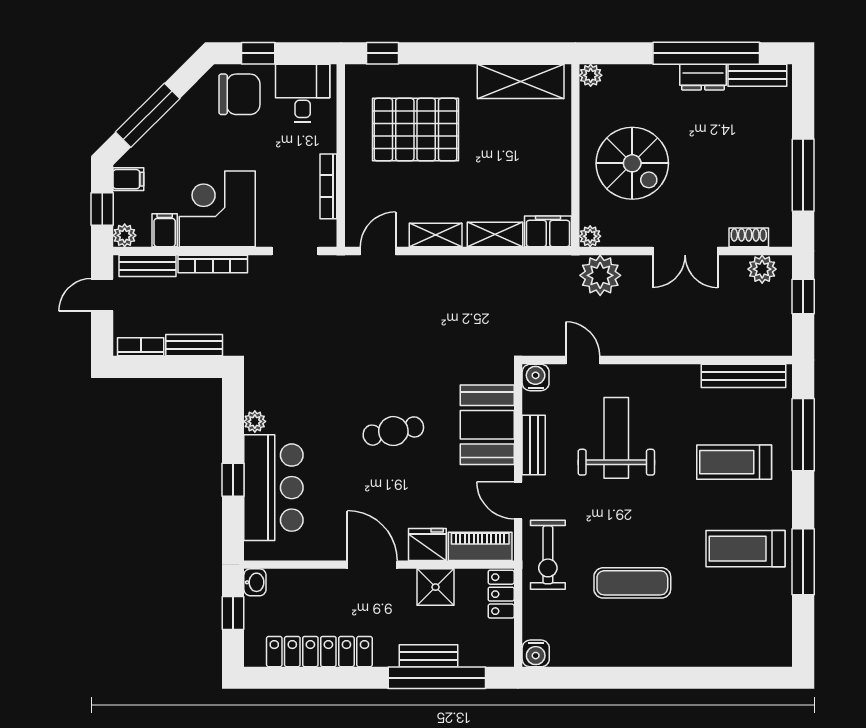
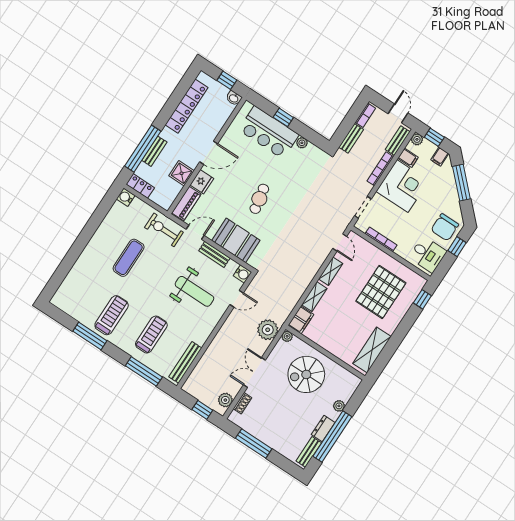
plant: (591, 75) -> (339, 406), moved
locker: (501, 594) -> (140, 186), moved

